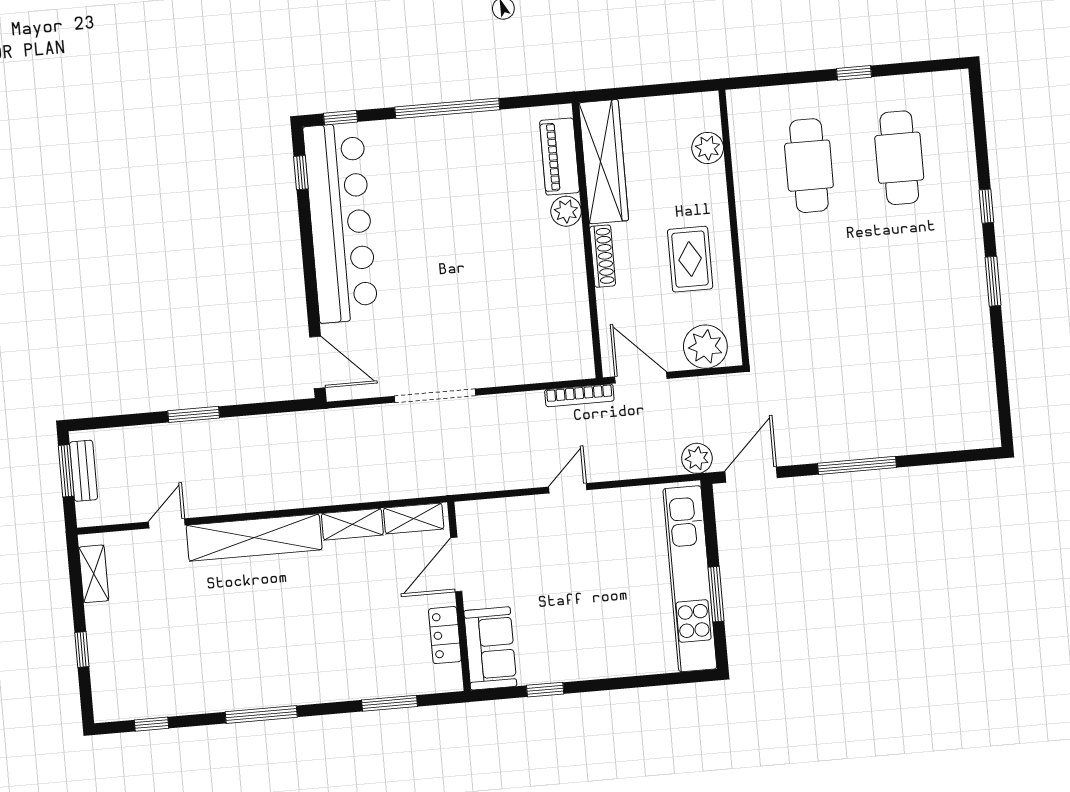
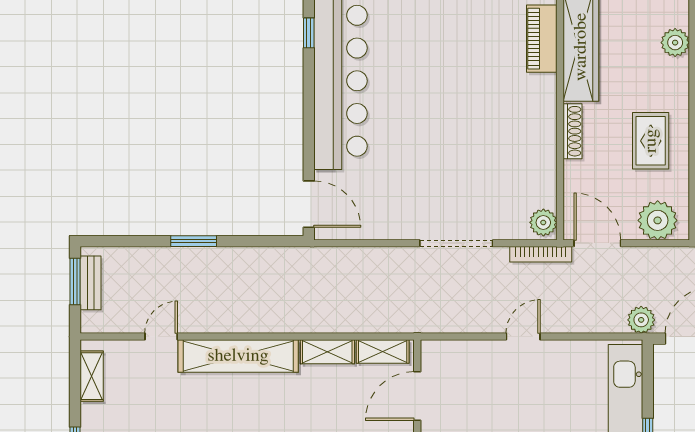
plant: (566, 211) -> (543, 222), moved
doorway: (435, 396) -> (456, 243), moved

